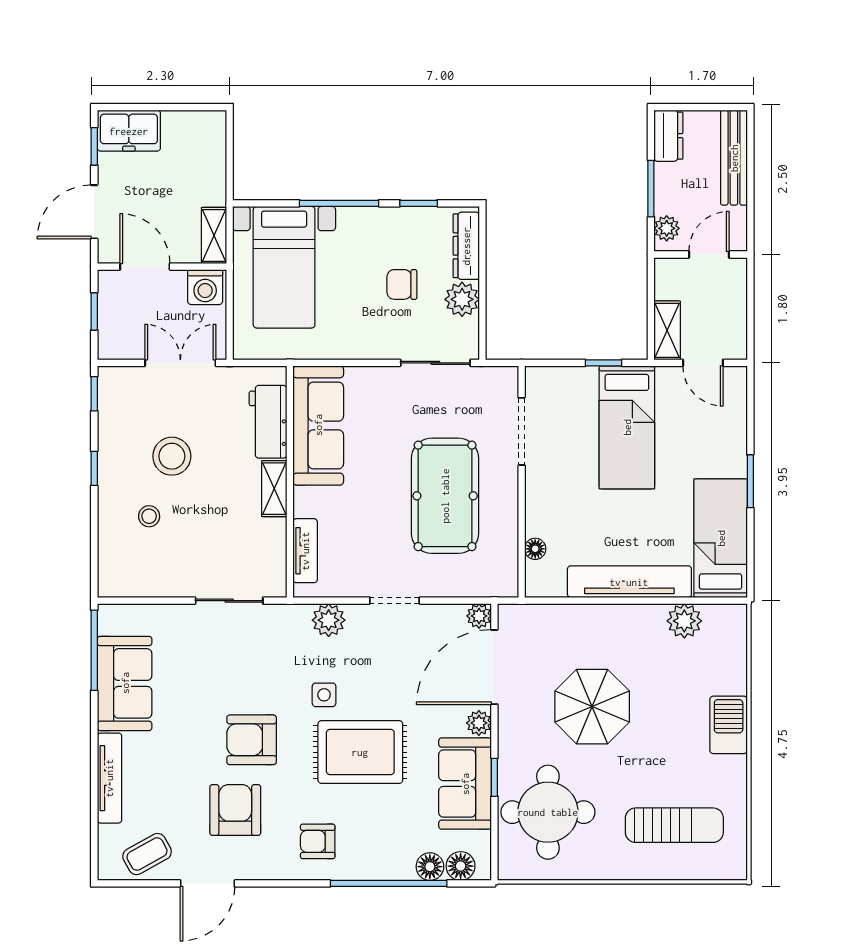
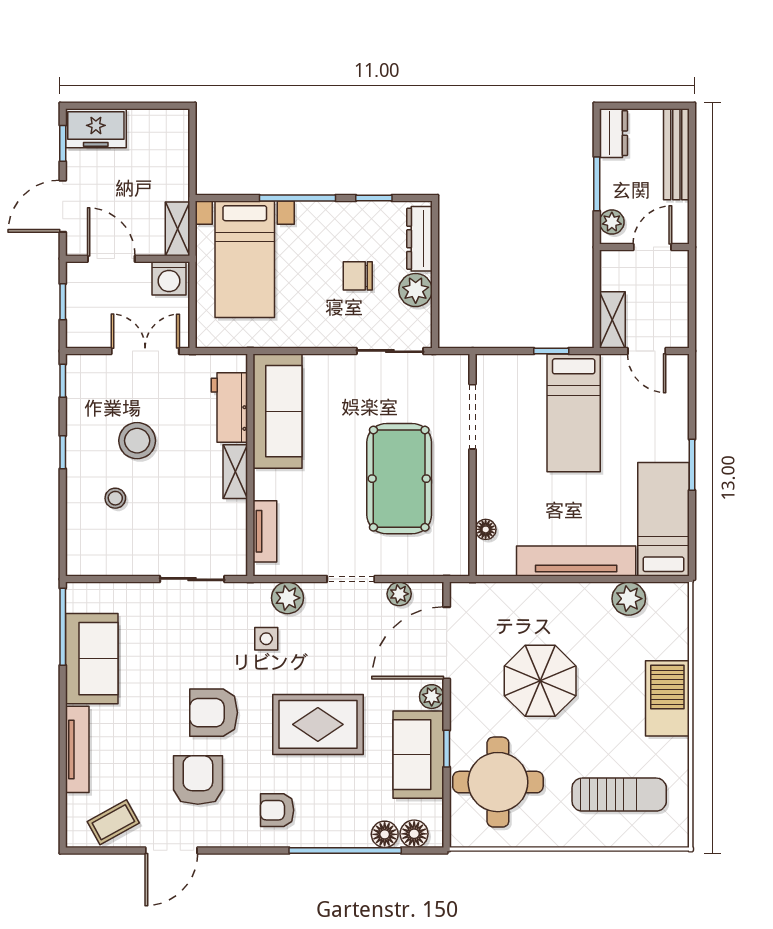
plant: (479, 616) -> (399, 594), moved
side table: (324, 695) -> (266, 639), moved
barbecue: (729, 725) -> (667, 698), width x1.37, depth x1.21

